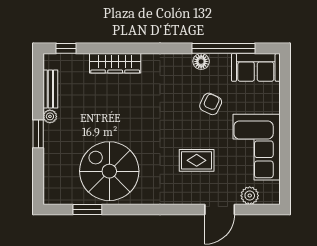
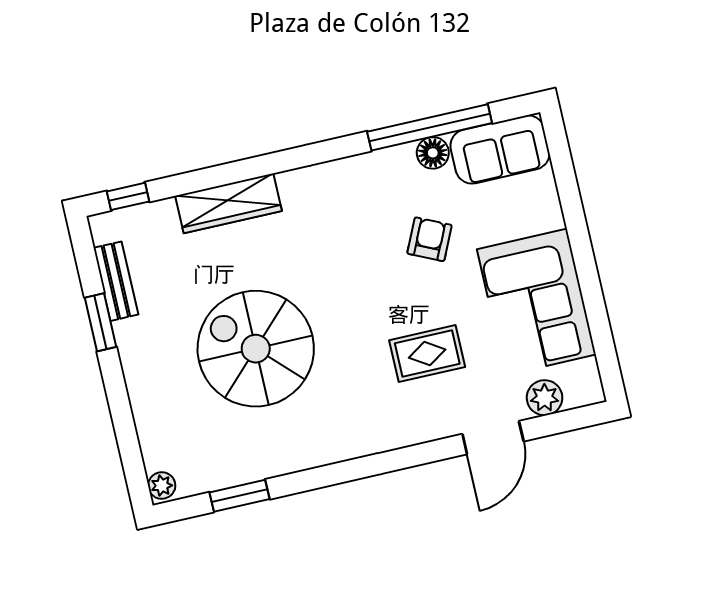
floor lamp: (201, 61) -> (433, 153), moved
plant: (50, 116) -> (162, 486), moved
window: (38, 134) -> (101, 322), moved
spiral stairs: (109, 171) -> (256, 349), moved

